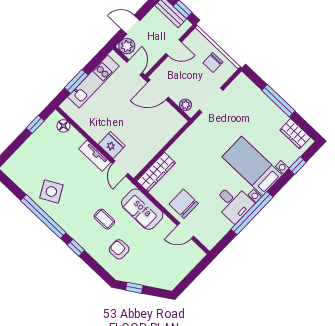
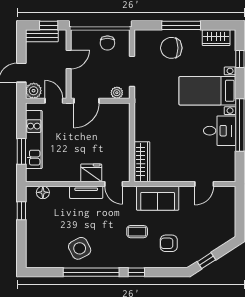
chair: (184, 204) -> (171, 48), moved

